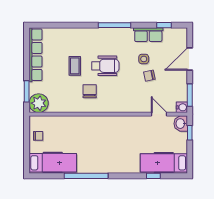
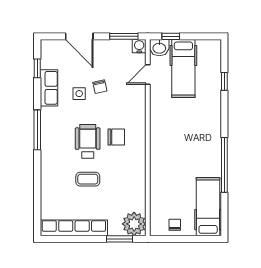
chair: (90, 91) -> (116, 137), moved, turned 180
hospital bed: (164, 163) -> (183, 69), moved

